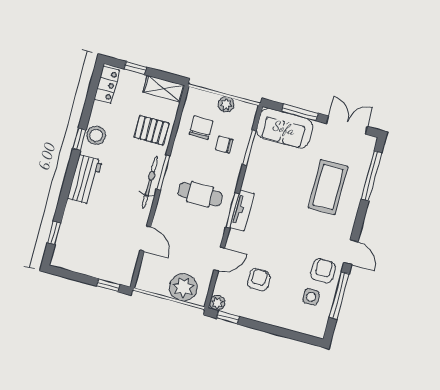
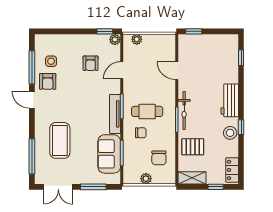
sofa: (284, 128) -> (109, 154), moved, turned -90
chair: (224, 145) -> (141, 133), moved
tv unit: (242, 210) -> (115, 114), width x1.41
plant: (183, 287) -> (137, 39), width x0.53, depth x0.53

